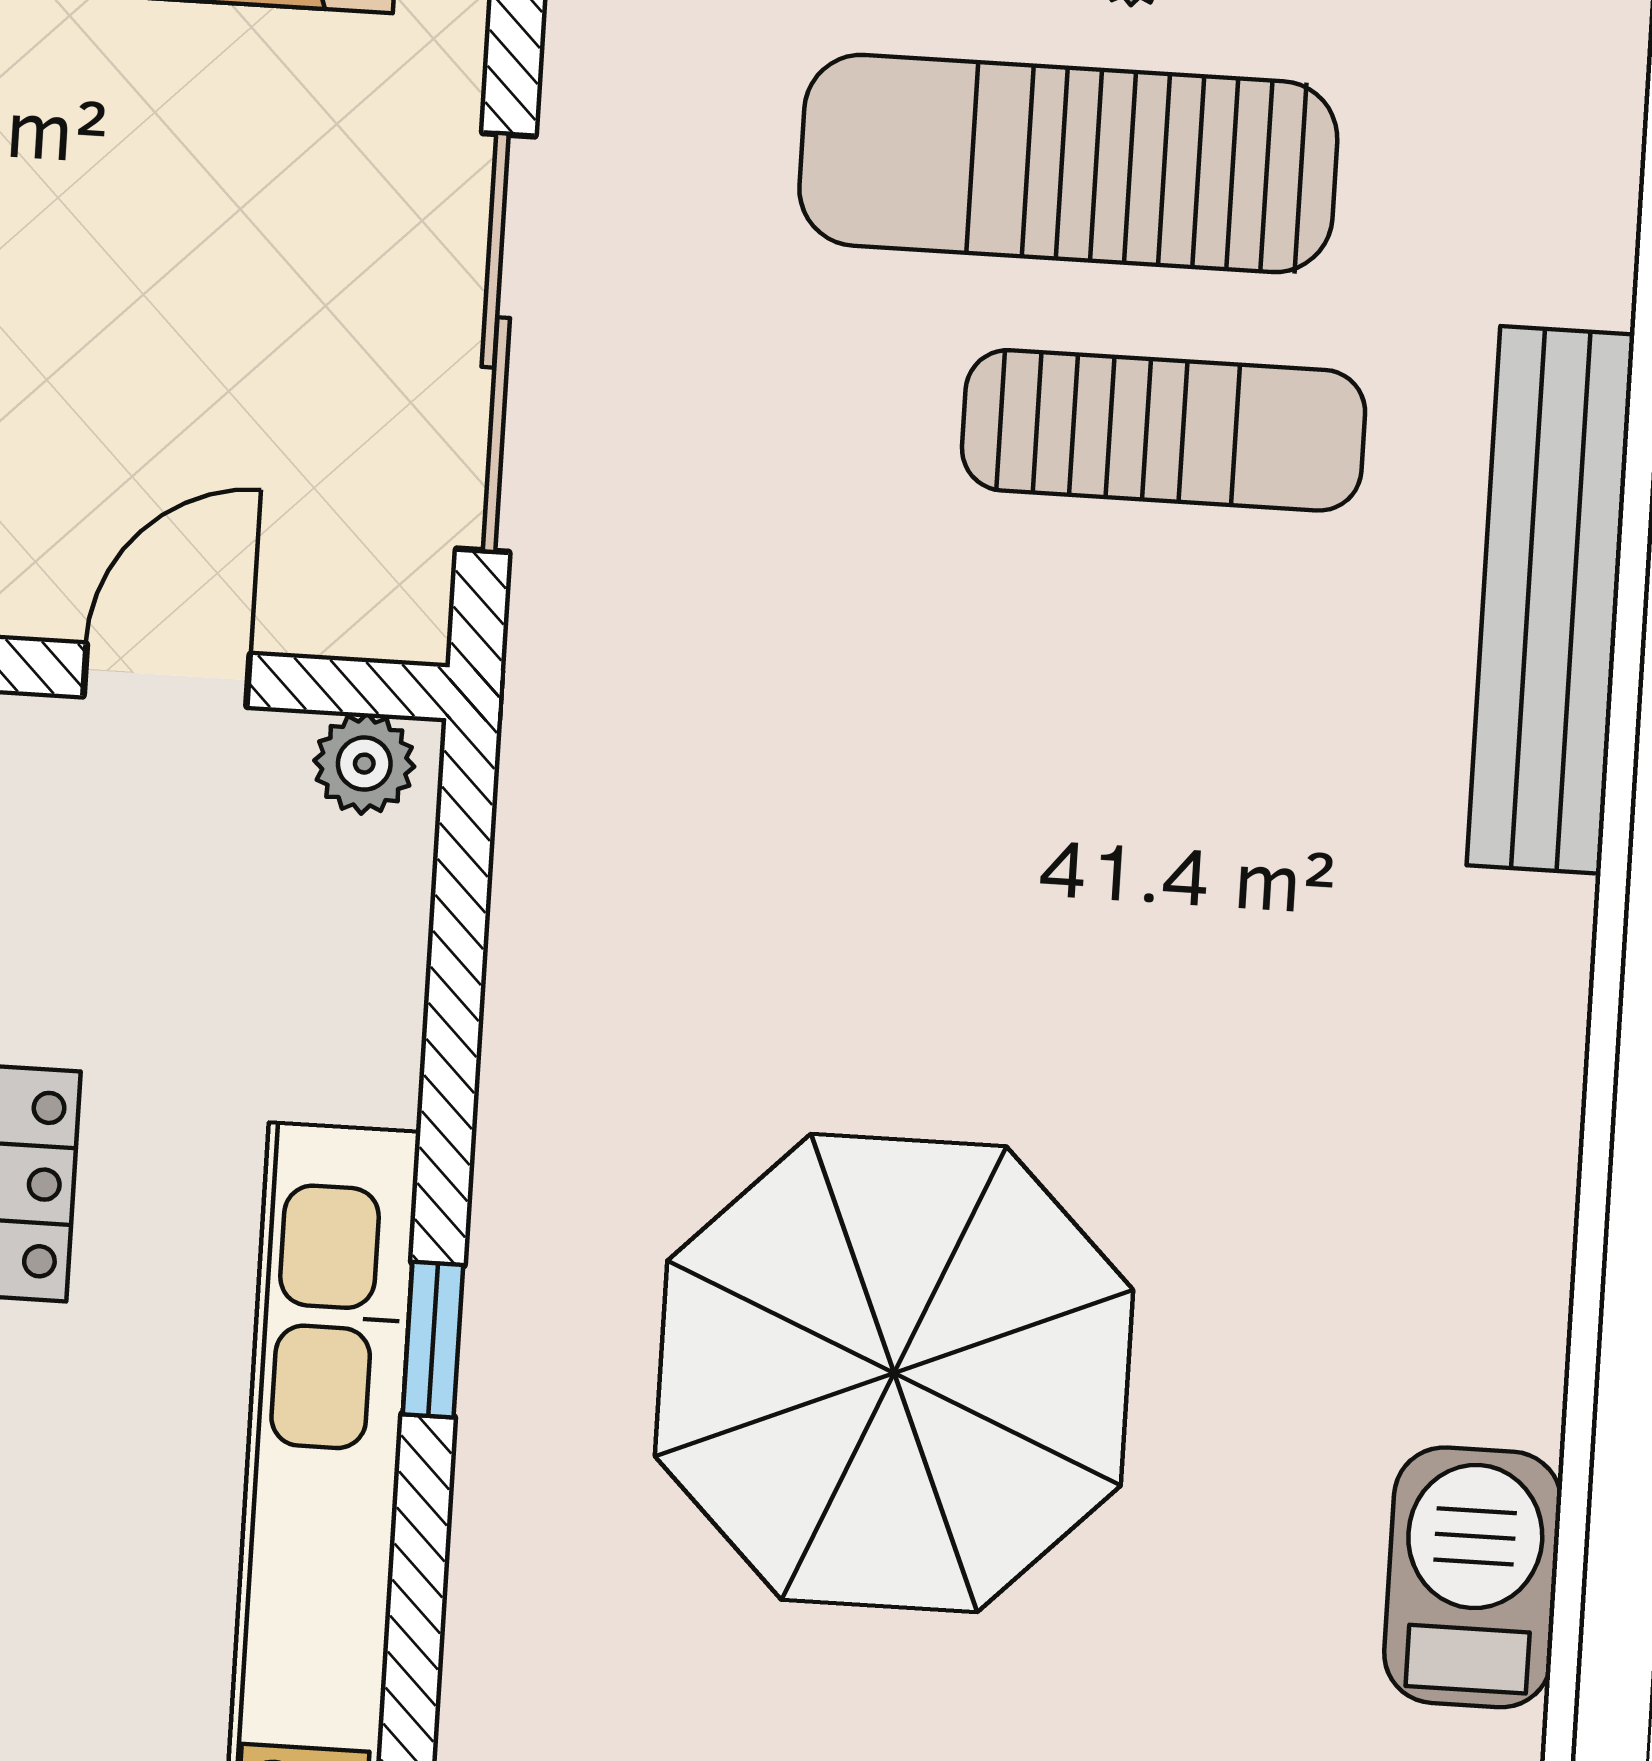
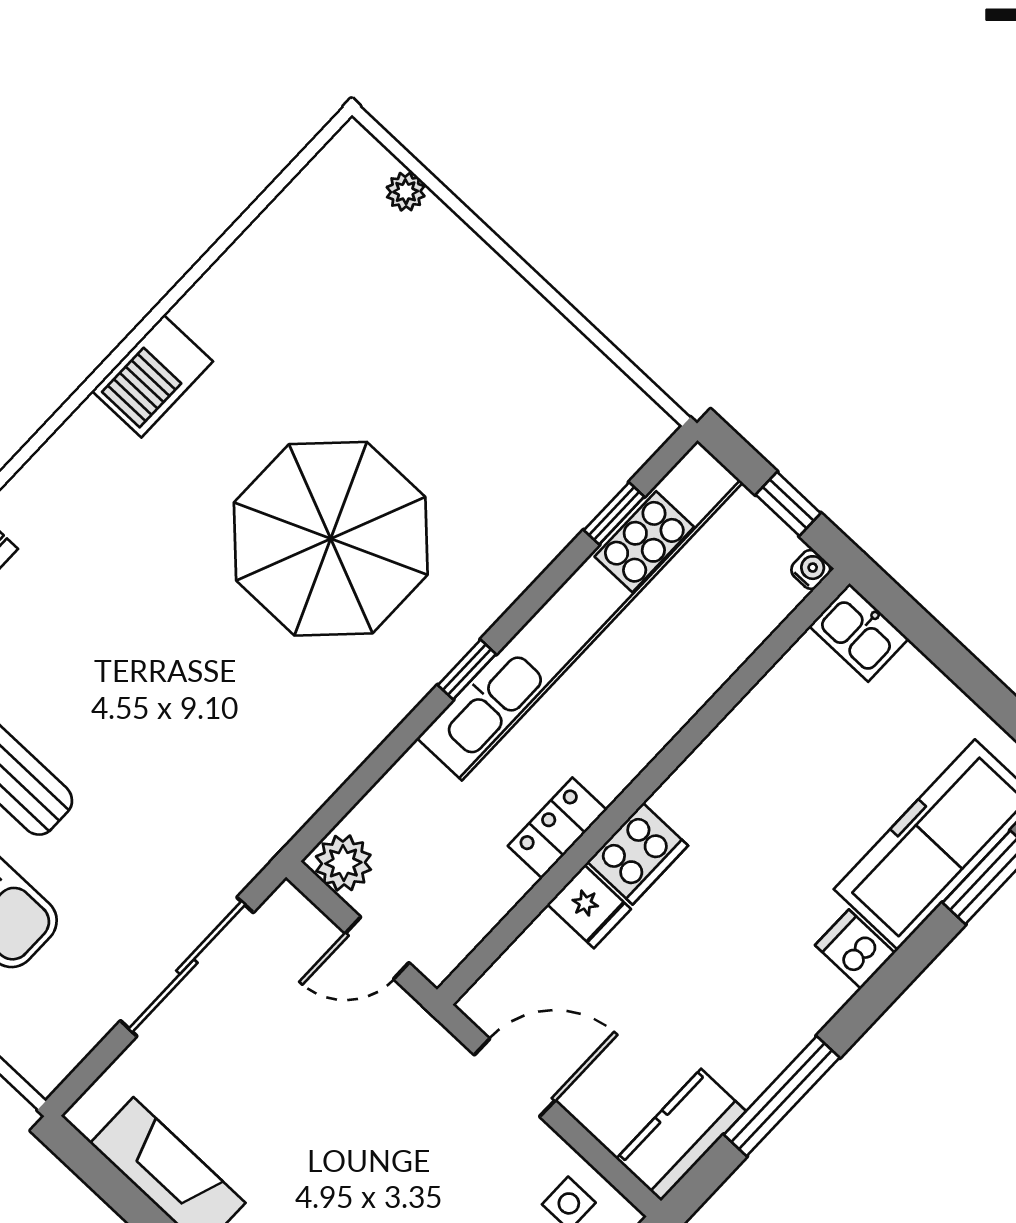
plant: (364, 764) -> (343, 863), width x1.38, depth x1.38
barbecue: (1473, 1577) -> (152, 376), moved

